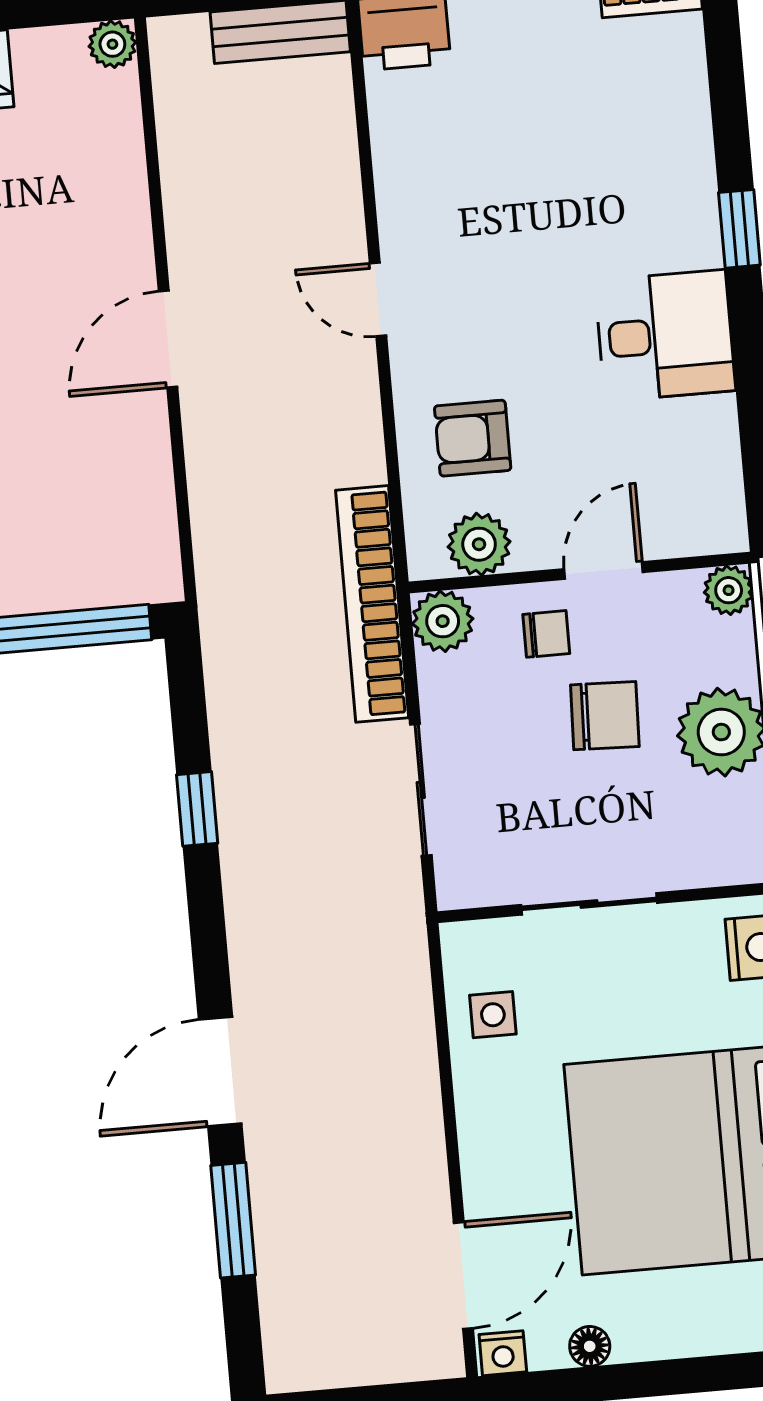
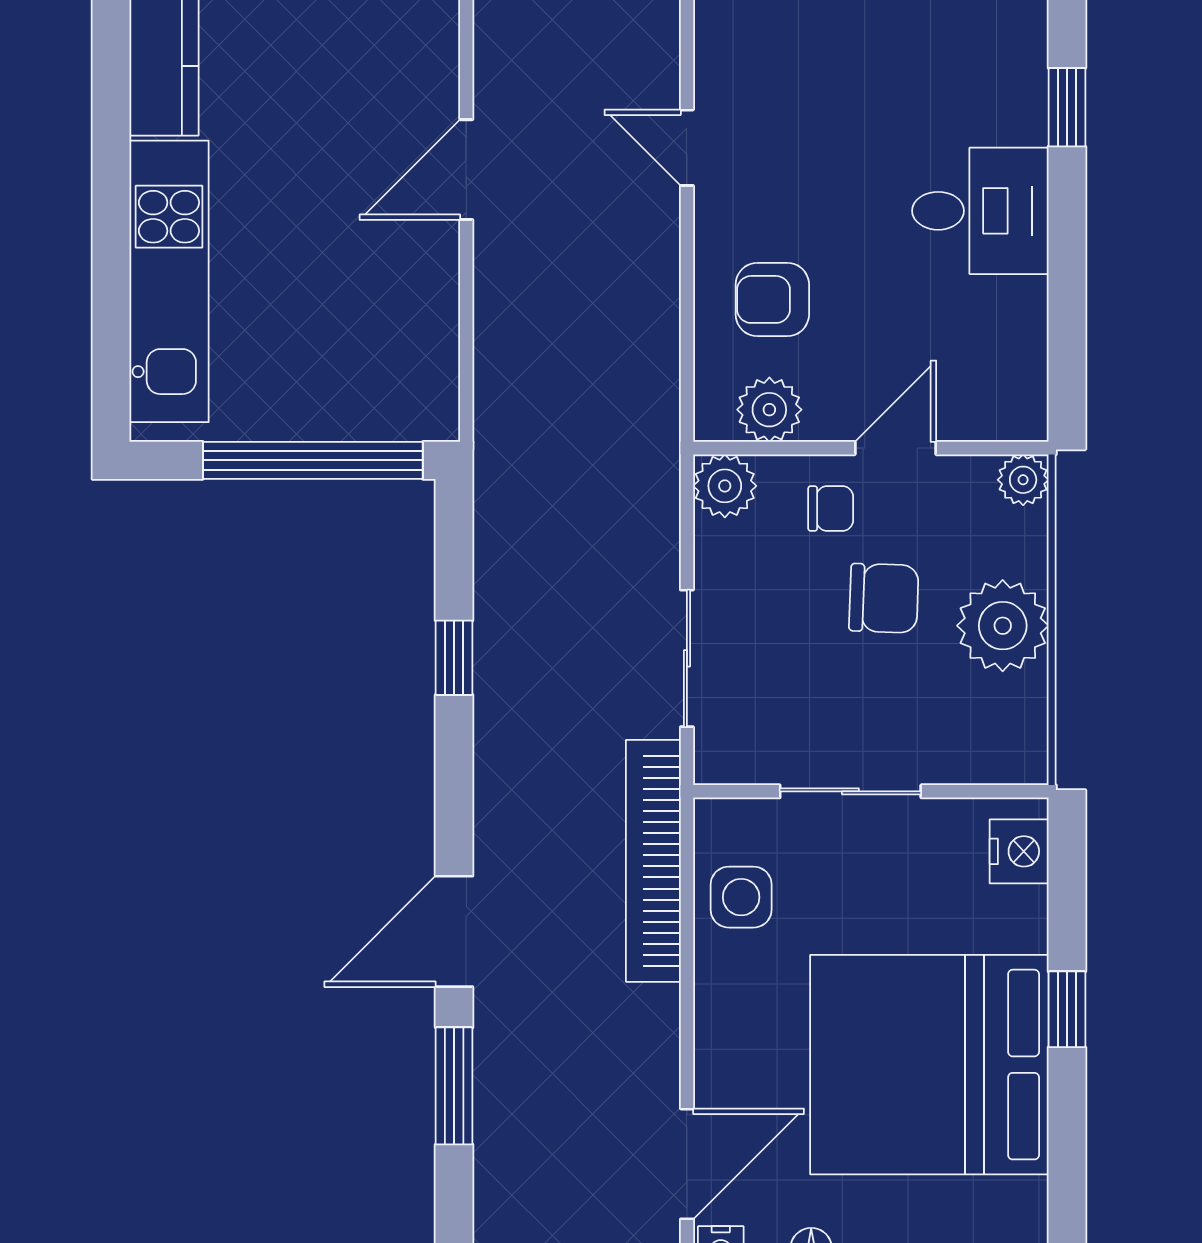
bookcase: (372, 604) -> (653, 861), moved
side table: (493, 1015) -> (741, 897), width x1.37, depth x1.37

